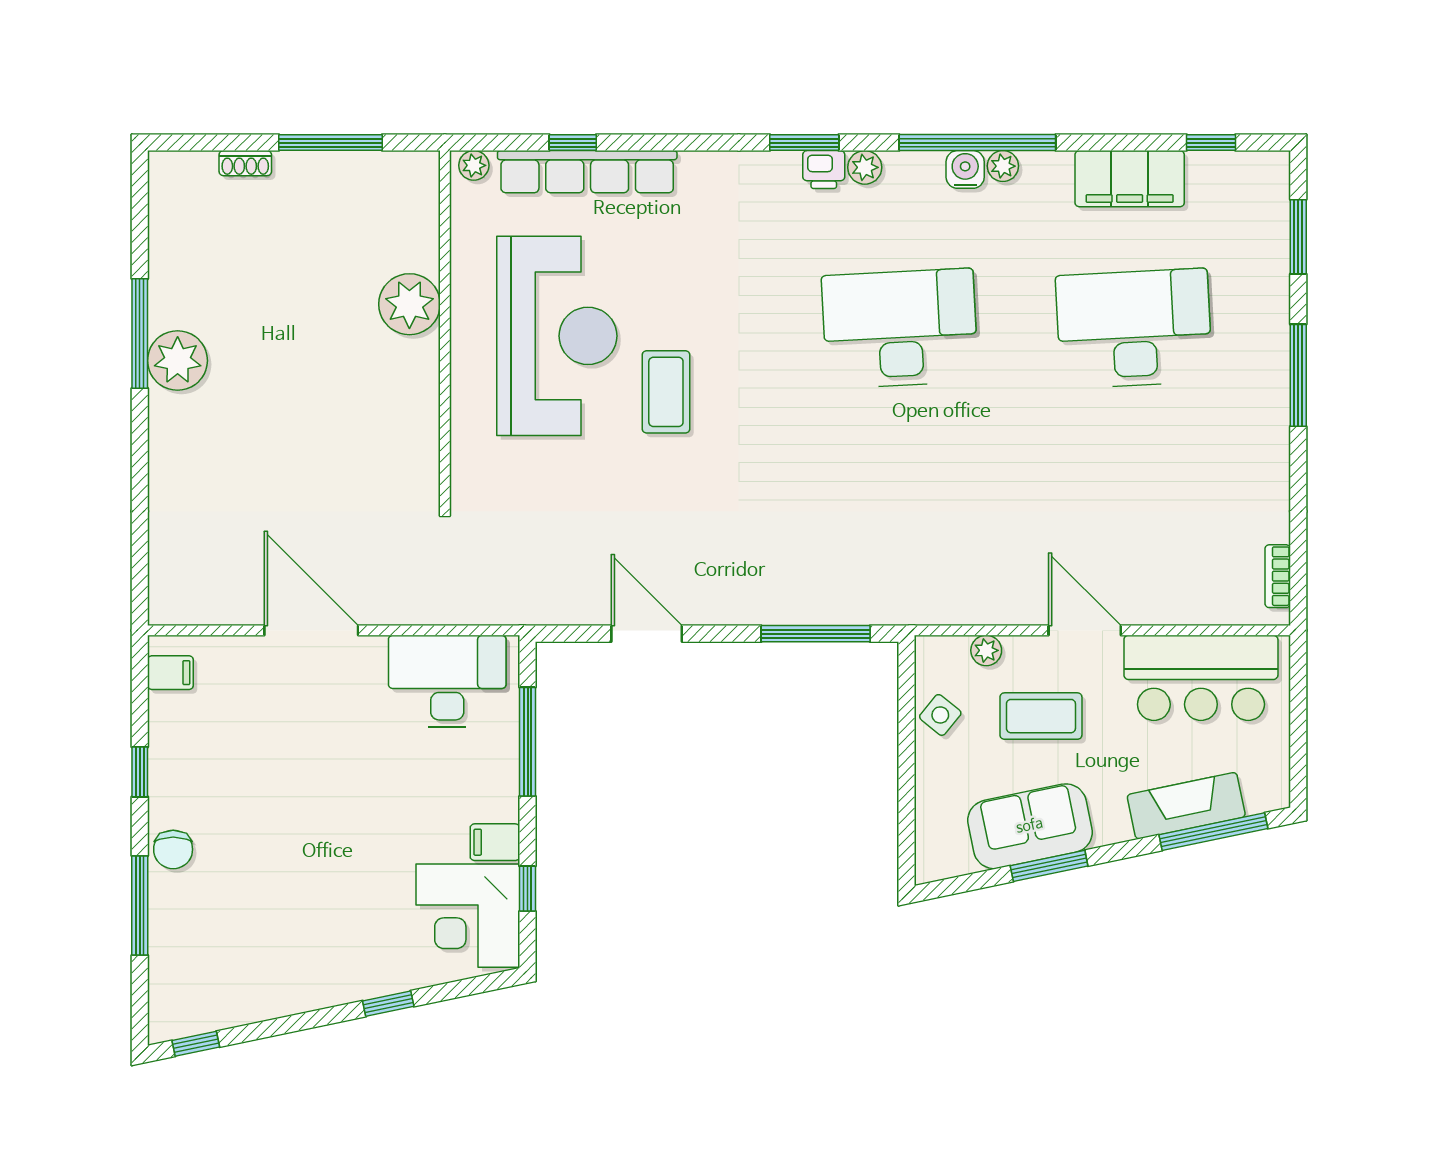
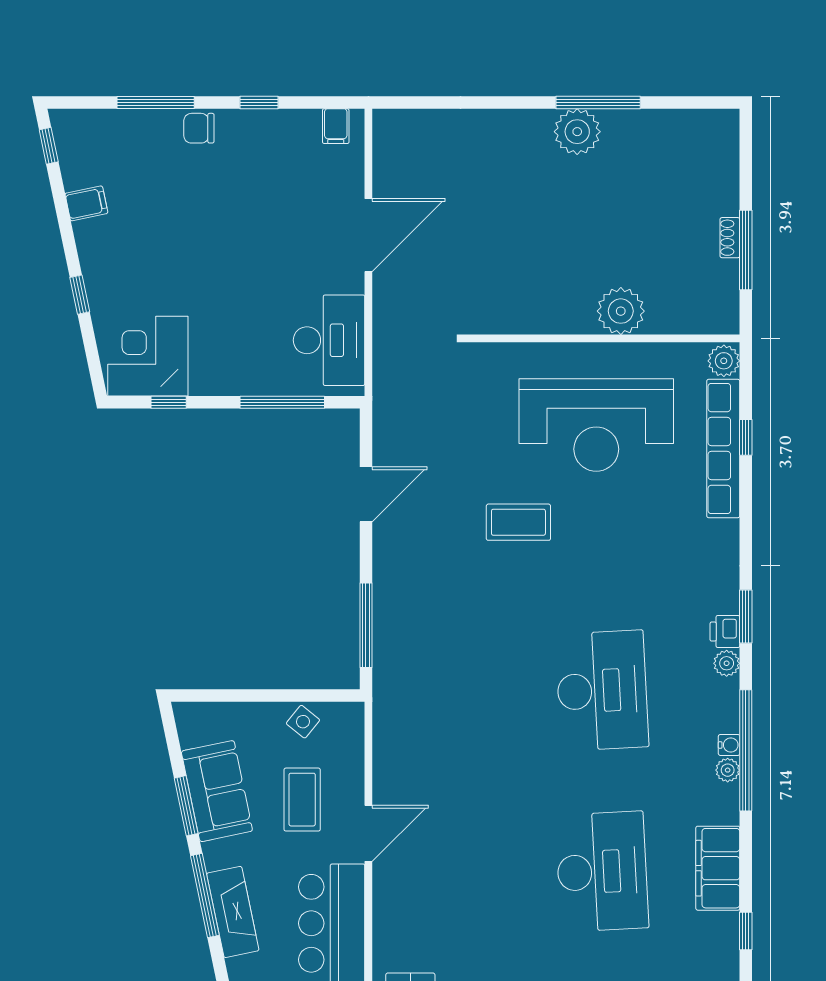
shoe rack: (245, 163) -> (730, 238), moved
plant: (474, 165) -> (724, 361), width x1.38, depth x1.38
water cooler: (965, 169) -> (729, 745), width x0.72, depth x0.72
coffee table: (666, 392) -> (518, 522), moved
plant: (986, 650) -> (353, 757), removed
window: (1213, 832) -> (205, 895), moved
filing cabinet: (495, 842) -> (86, 203), moved, turned 78

